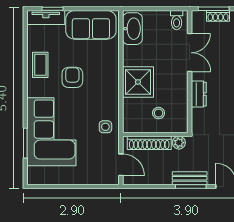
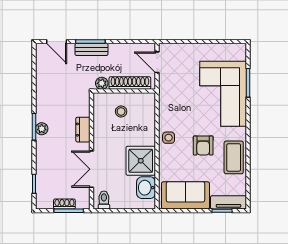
washbasin: (132, 29) -> (146, 188), width x0.72
coffee table: (40, 65) -> (234, 157), width x1.36, depth x1.30
shower: (138, 82) -> (141, 161), moved
side table: (105, 127) -> (169, 138), moved

